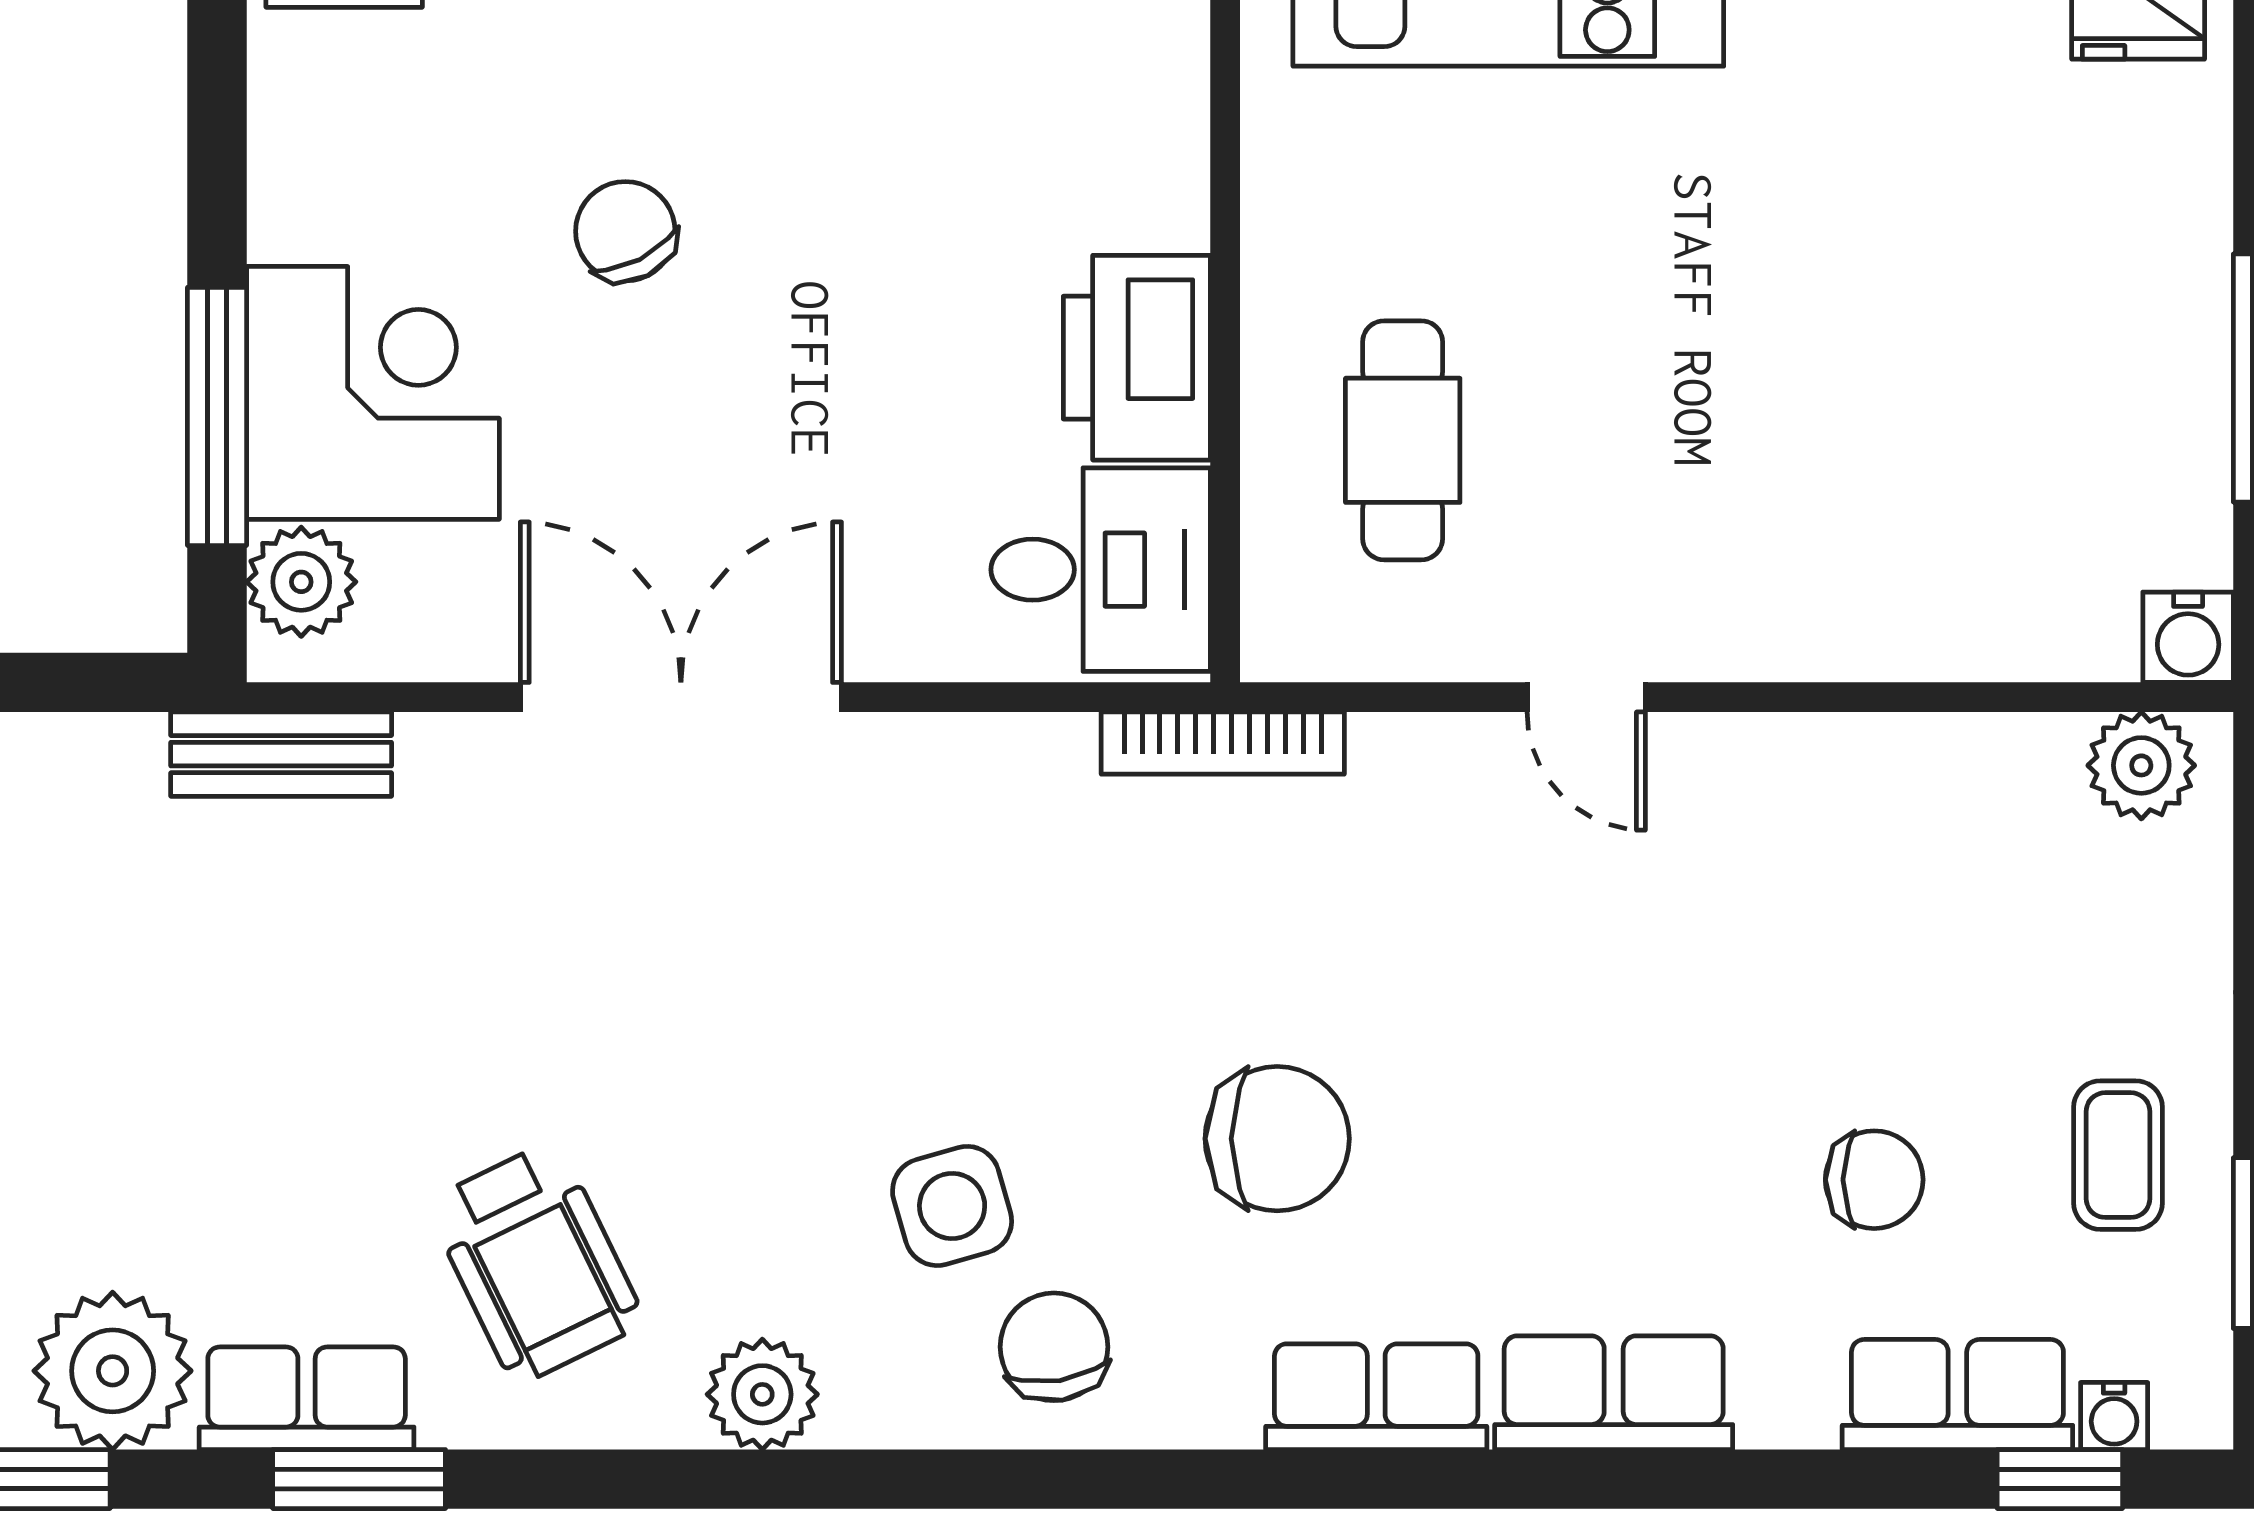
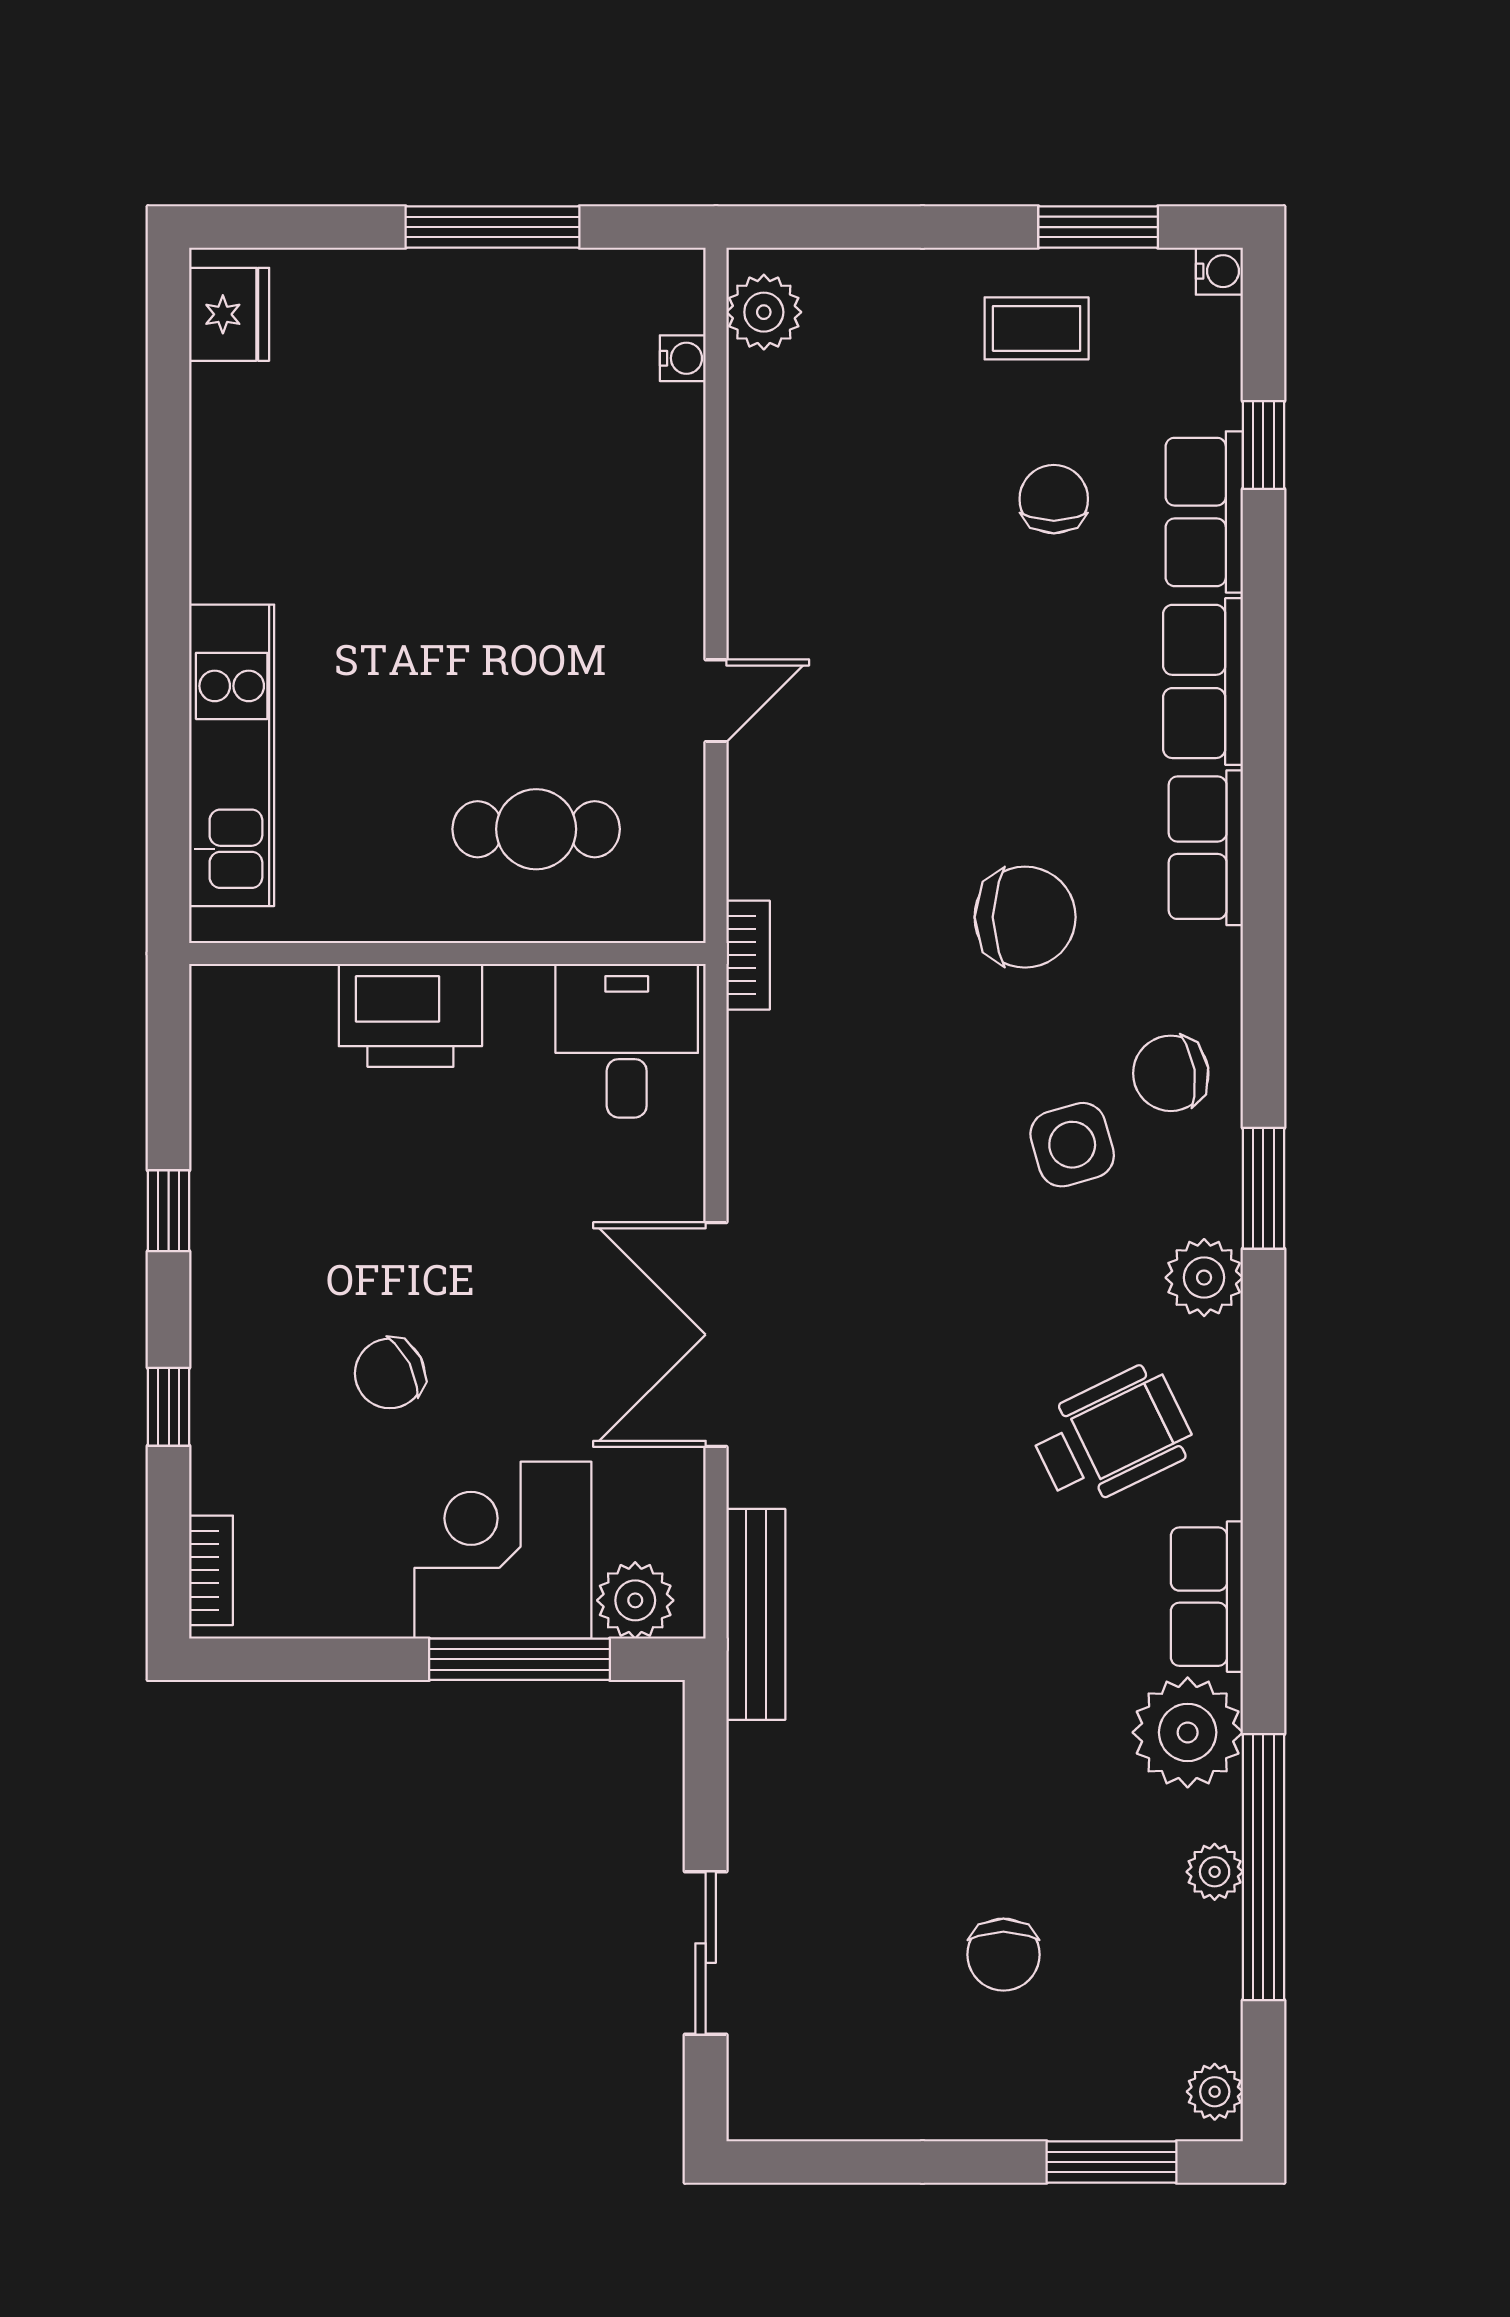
printer: (1137, 358) -> (410, 1015), moved
water cooler: (2188, 637) -> (683, 358), moved, width x0.72, depth x0.72
bookcase: (1223, 743) -> (748, 955), width x0.64
bench: (281, 754) -> (756, 1614), width x1.36
chair: (1277, 1139) -> (1025, 917), turned 90
row of seats: (1957, 1395) -> (1204, 512), moved
water cooler: (2114, 1416) -> (1219, 271), moved
window: (359, 1479) -> (1263, 1188), moved
window: (2060, 1479) -> (1263, 445), moved

